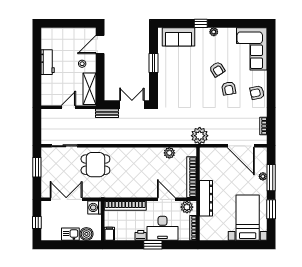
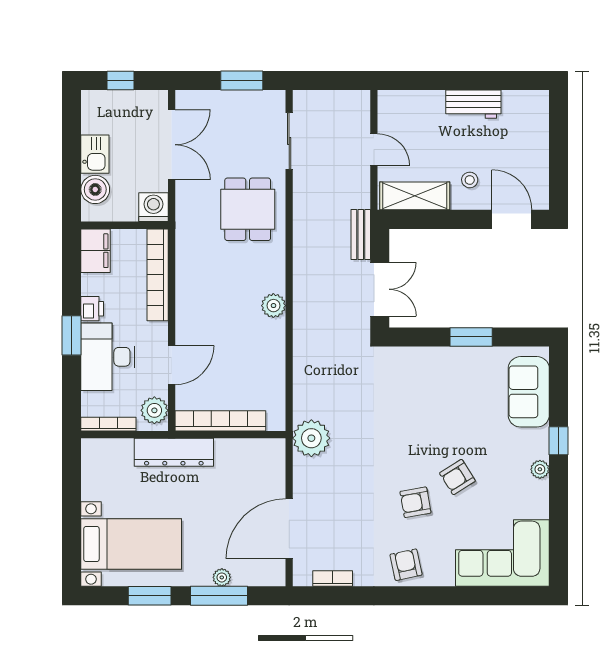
plant: (169, 153) -> (273, 306), moved
filing cabinet: (109, 234) -> (96, 251), width x2.00

